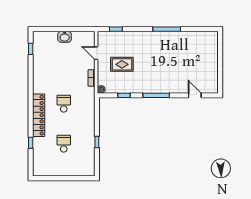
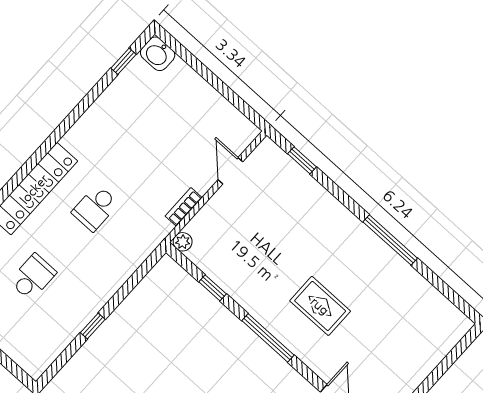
washbasin: (65, 37) -> (158, 54), moved
rug: (122, 64) -> (320, 306), moved
school desk: (64, 104) -> (95, 208), turned 180

